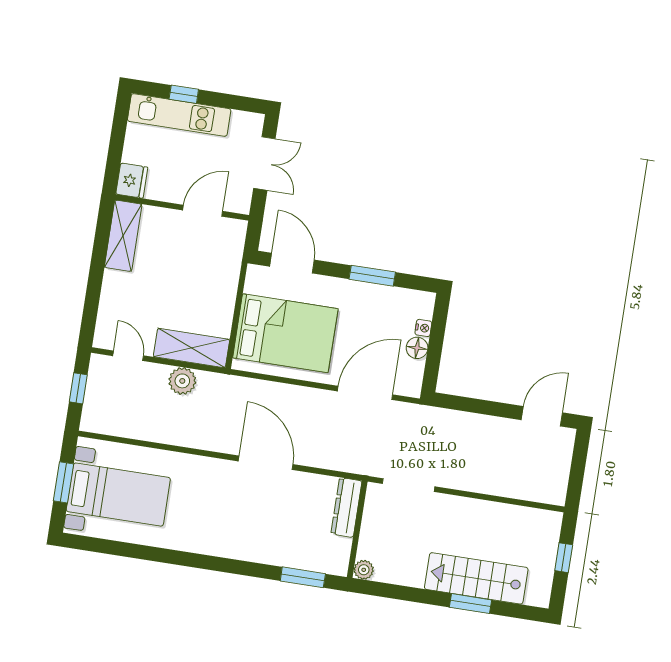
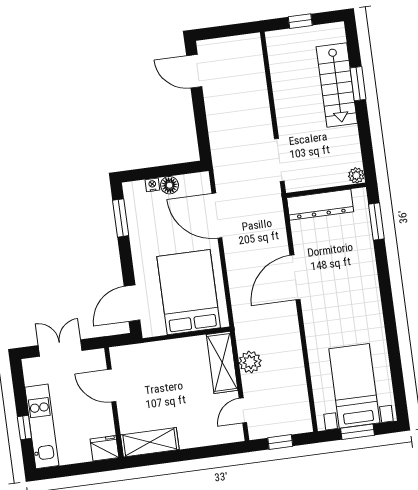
window: (372, 276) -> (121, 218), moved
dresser: (346, 507) -> (320, 205), width x1.37, depth x1.24

